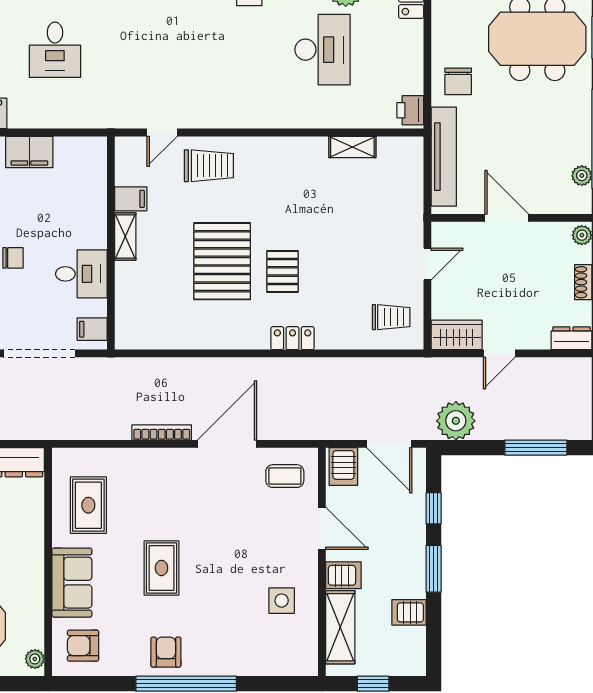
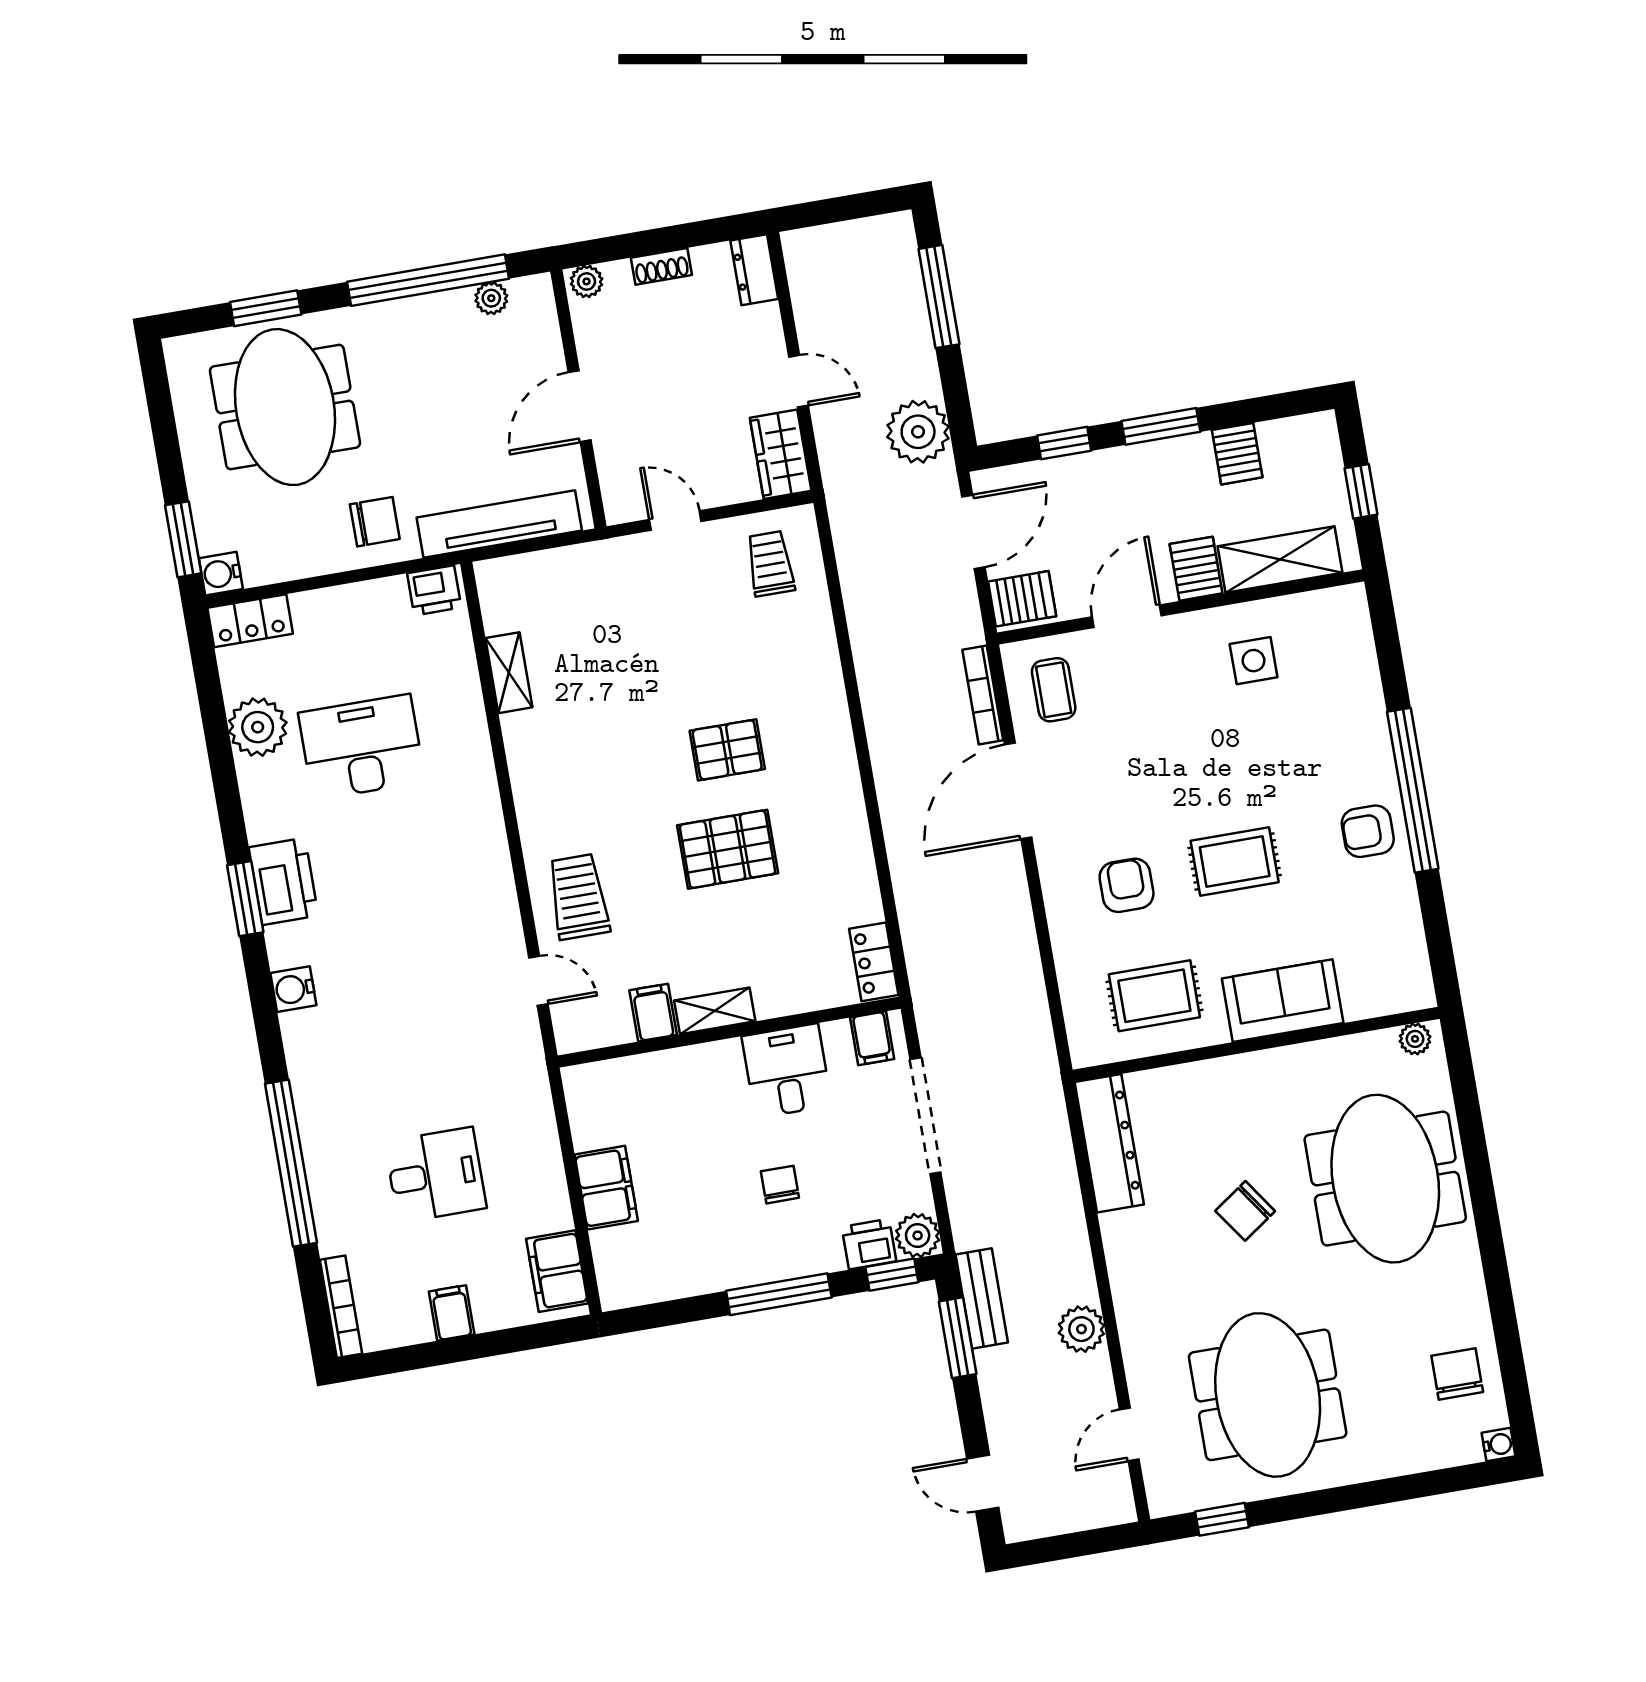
pallet: (222, 261) -> (728, 849), width x0.73, depth x0.71
locker: (293, 338) -> (874, 962), moved
bookcase: (162, 432) -> (983, 695), moved
door: (227, 444) -> (1018, 791), hinge flipped
armchair: (83, 646) -> (1127, 885), moved, turned 180

